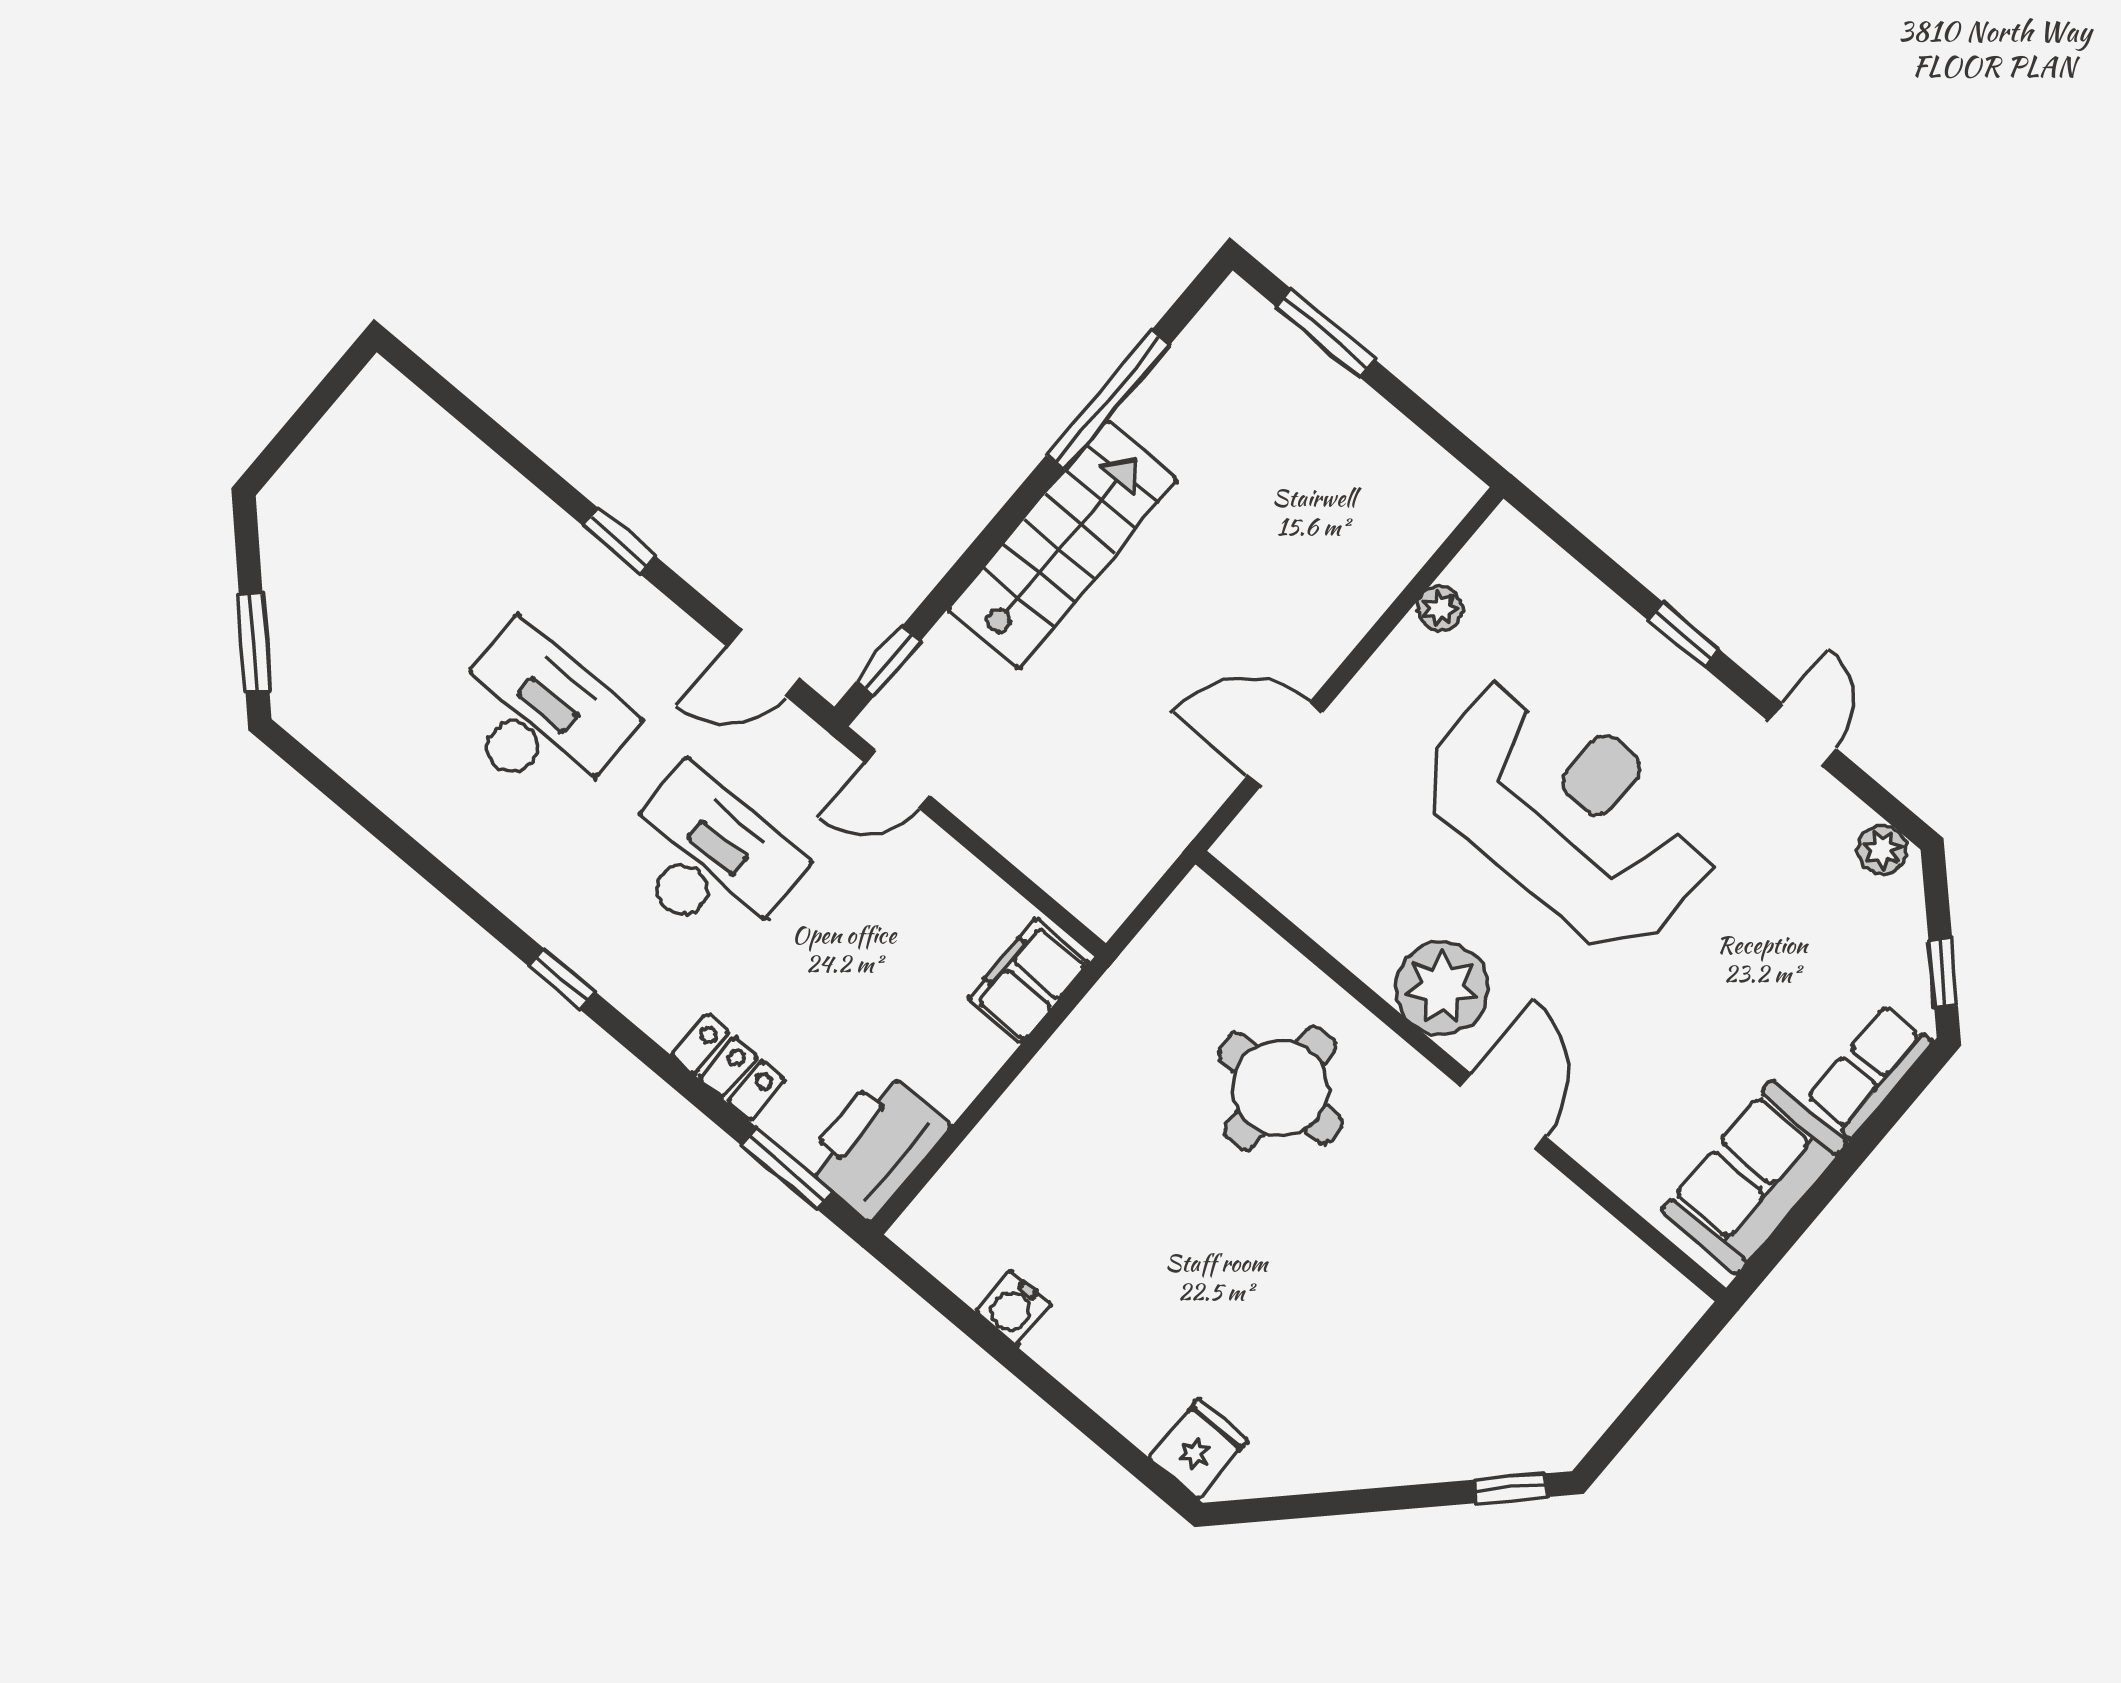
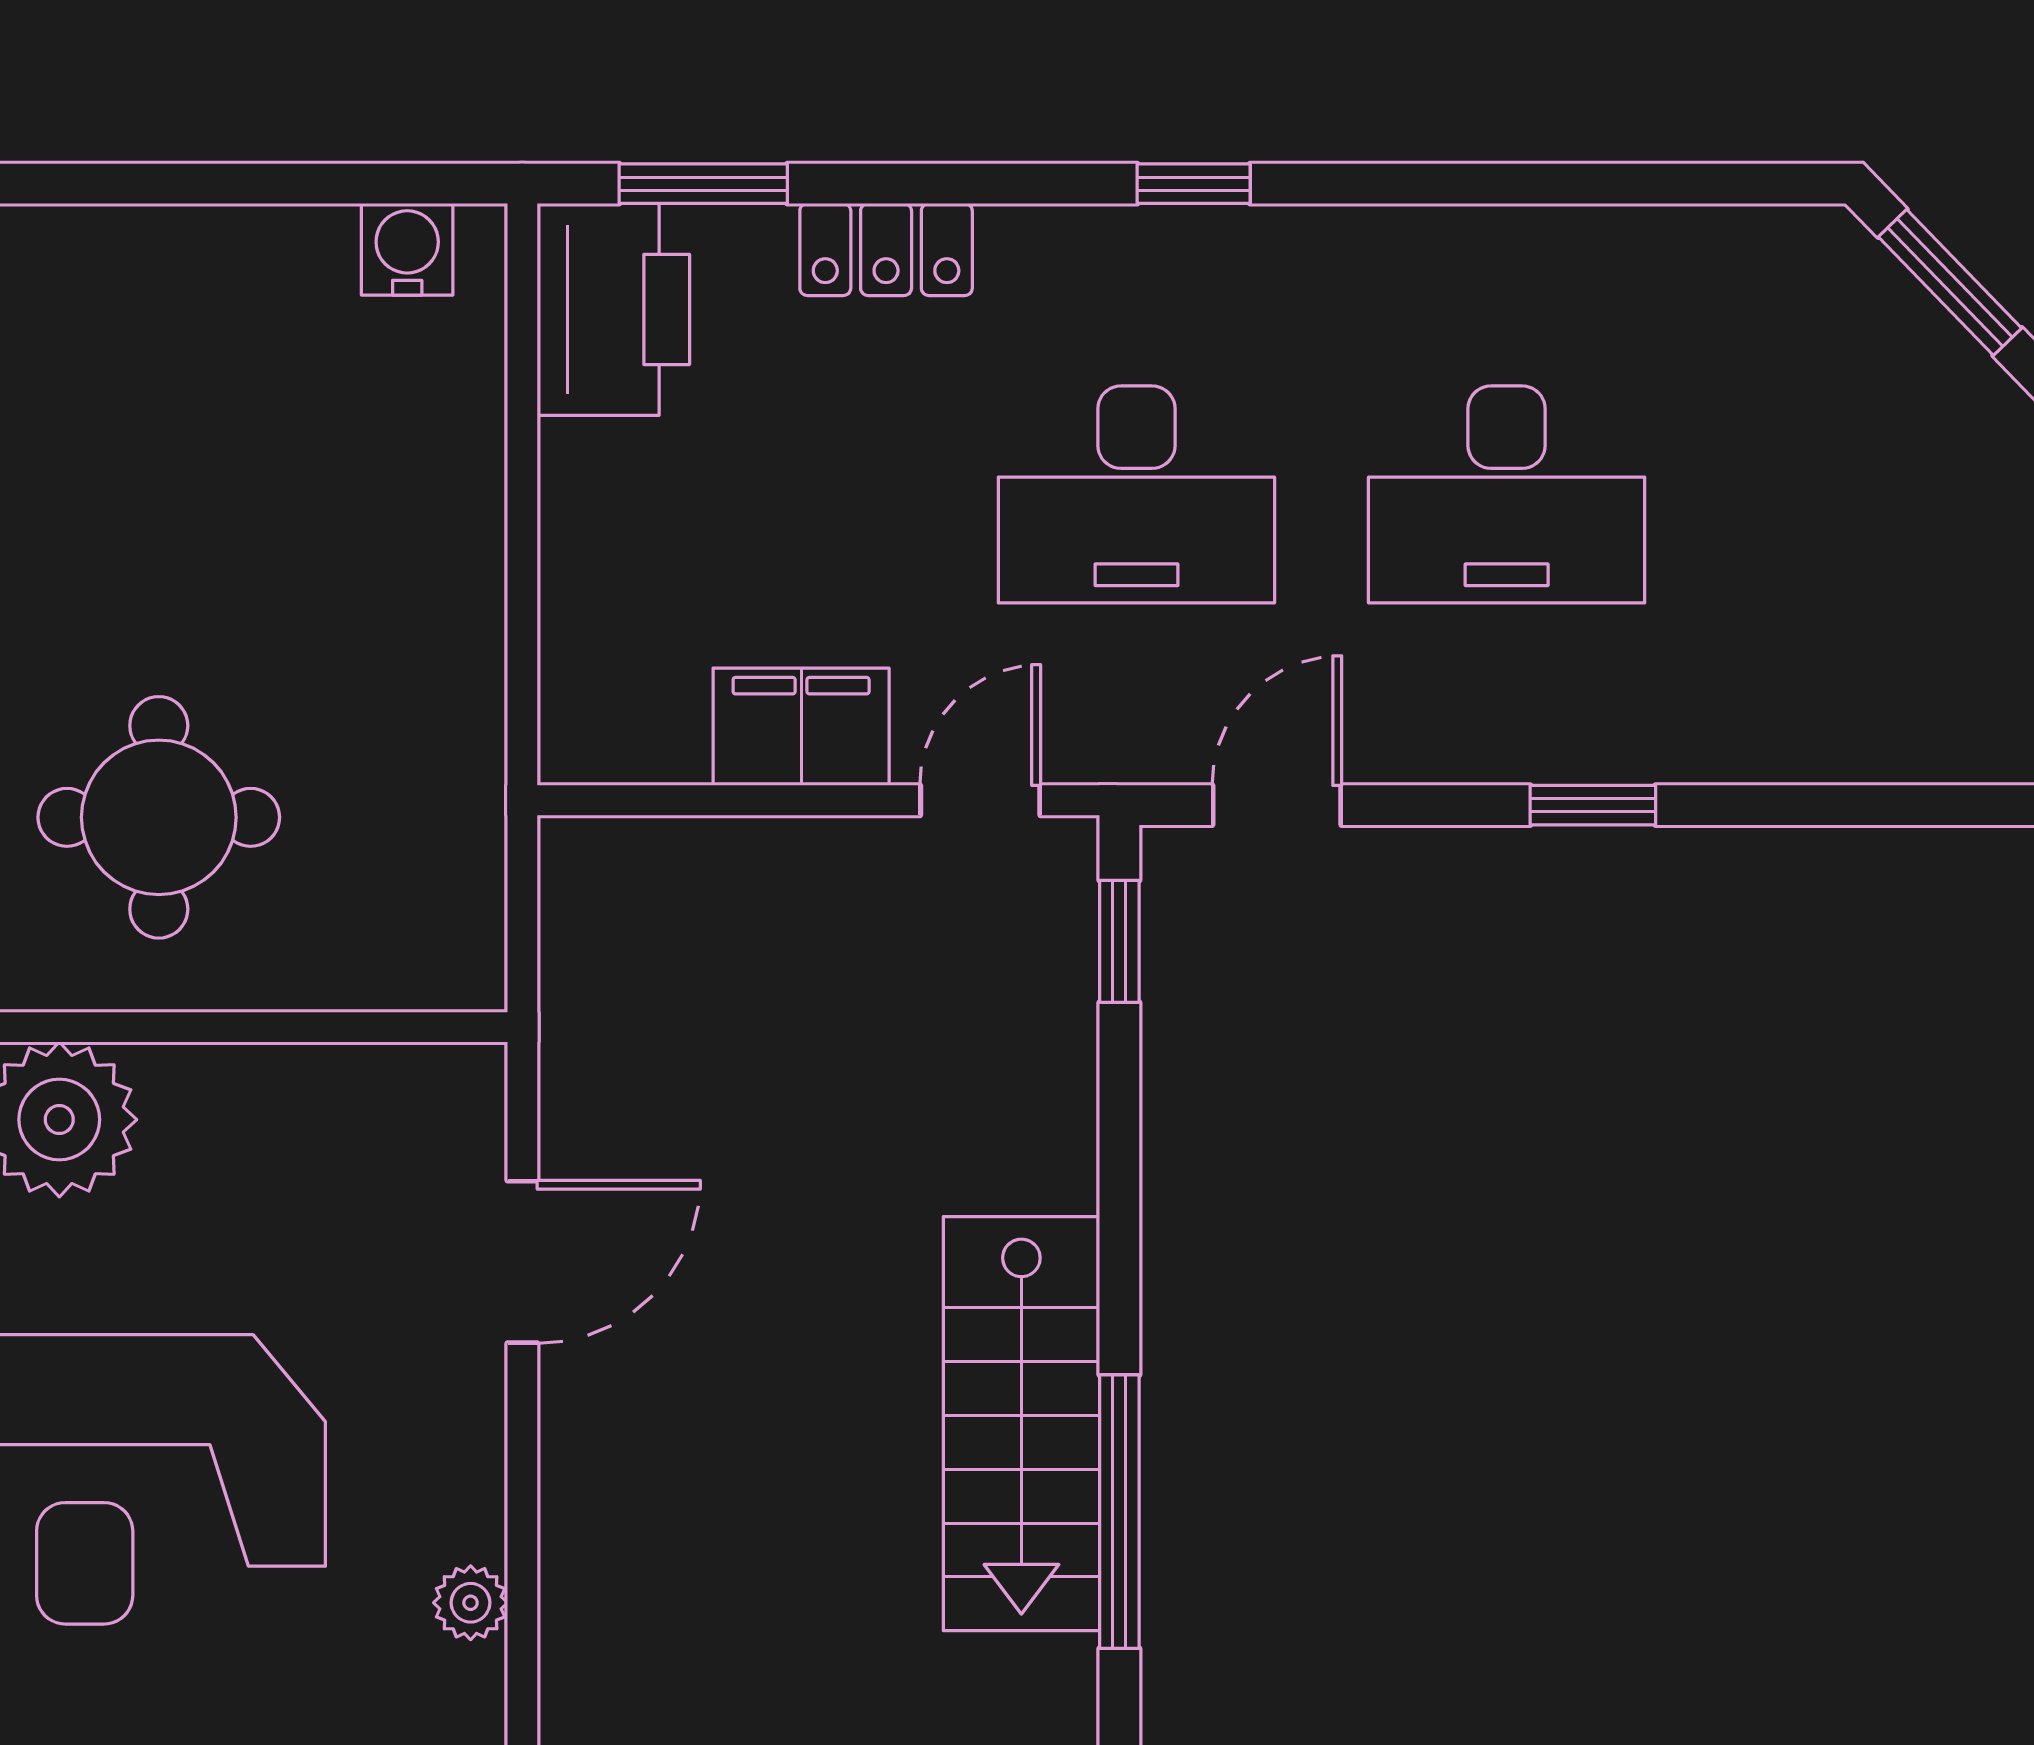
stairs: (1063, 545) -> (1021, 1424), moved
filing cabinet: (1028, 981) -> (801, 727), moved, turned -90
water cooler: (1013, 1308) -> (407, 249), moved

